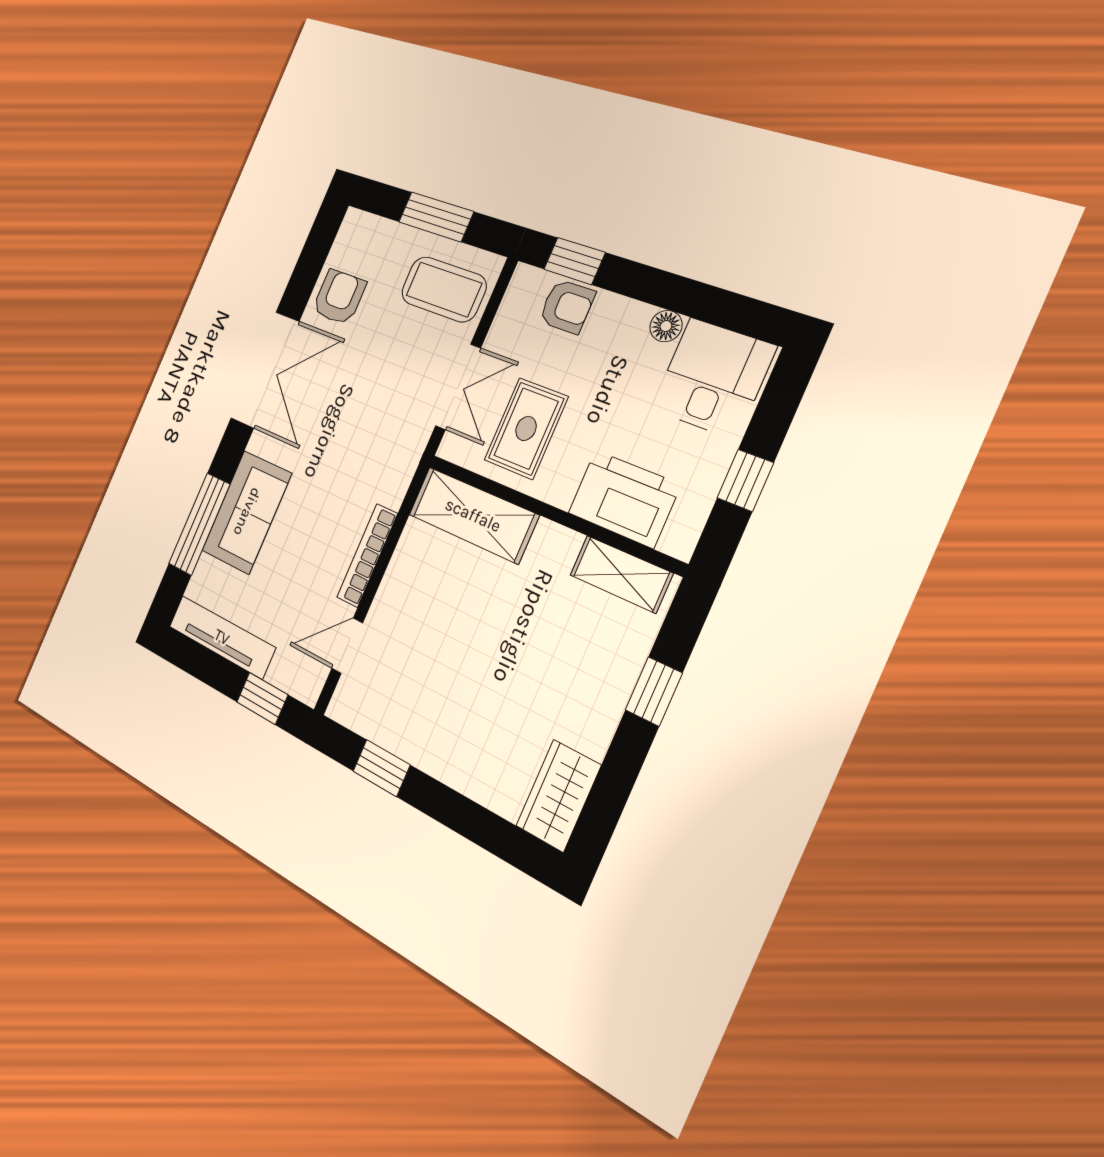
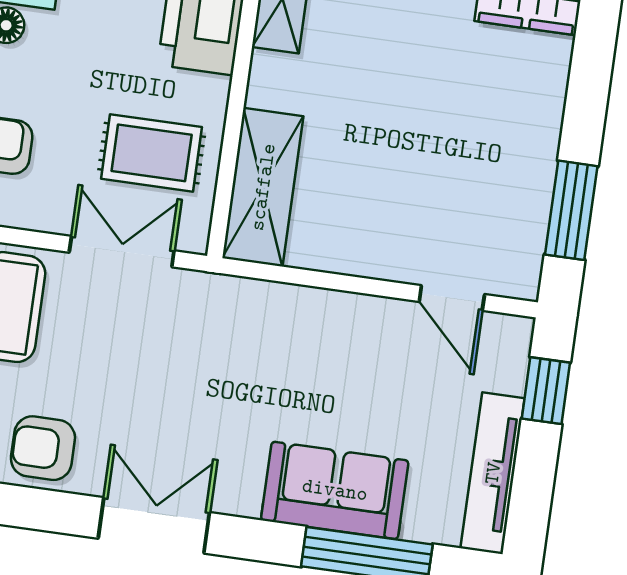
double door: (265, 370) -> (154, 525), width x0.73
bookcase: (367, 555) -> (343, 306), removed
window: (381, 768) -> (571, 210), width x1.50

